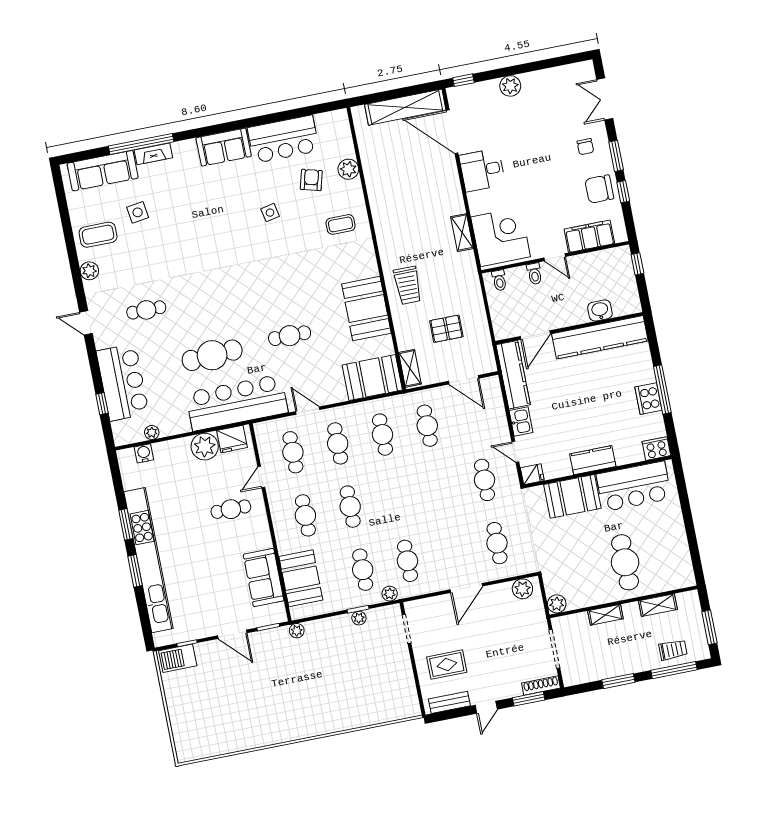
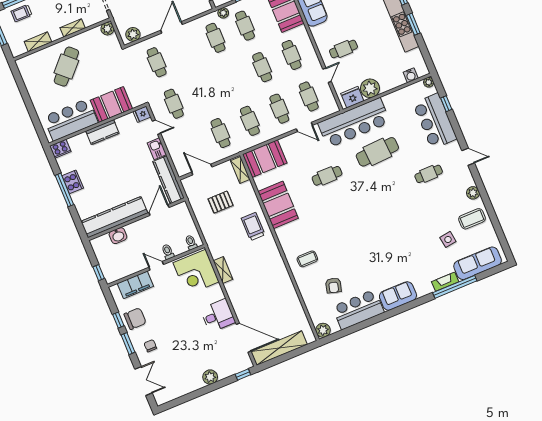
plant: (348, 169) -> (323, 330), moved
side table: (270, 213) -> (357, 257), removed
plant: (152, 432) -> (429, 82), moved
cafe table: (625, 562) -> (66, 67), turned 43

